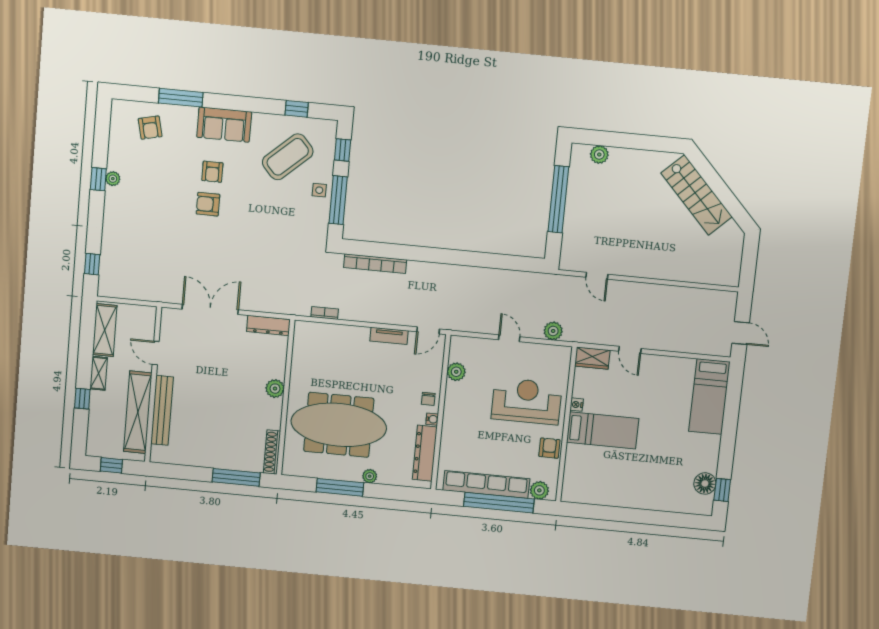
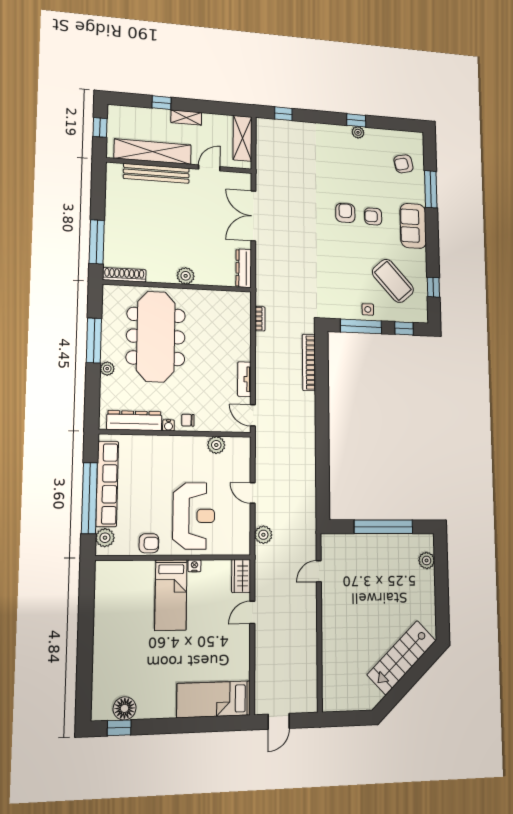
double door: (210, 309) -> (253, 216), swing flipped
shelving: (105, 330) -> (242, 138), moved, turned 90
door: (509, 338) -> (253, 493), swing flipped

